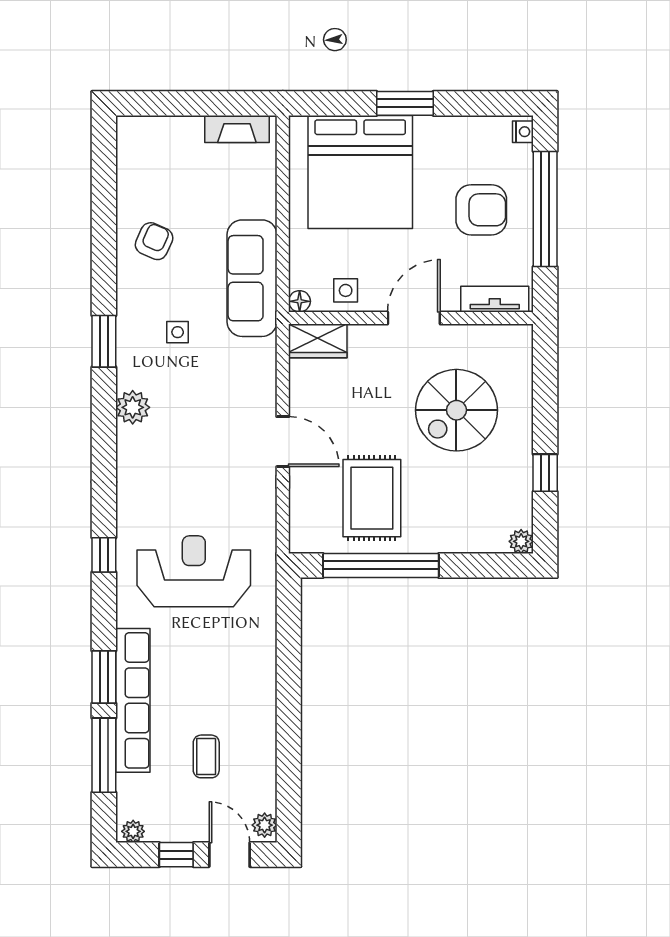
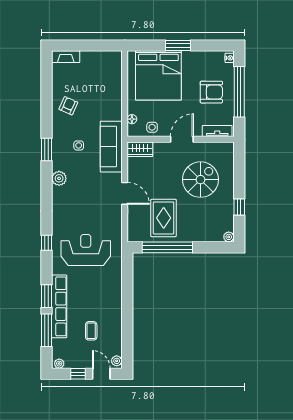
fireplace: (237, 129) -> (66, 57), moved
sofa: (252, 278) -> (111, 147), moved
floor lamp: (300, 301) -> (132, 119), moved
spiral stairs: (456, 410) -> (200, 180), turned 180

